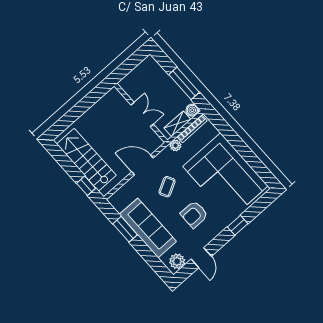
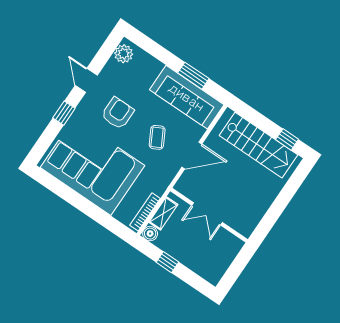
window: (184, 83) -> (167, 262), width x0.46
plant: (175, 145) -> (159, 188), removed
window: (86, 186) -> (287, 139), moved
sofa: (148, 228) -> (187, 97), moved
door: (201, 258) -> (86, 80), moved

